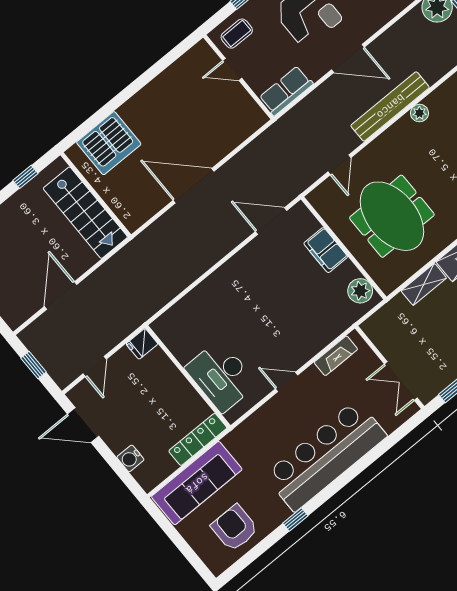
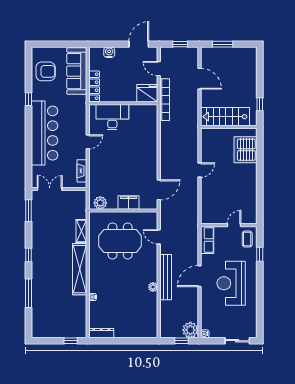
door: (194, 186) -> (199, 170), width x0.53
bookcase: (133, 321) -> (165, 100), added
fridge: (142, 344) -> (147, 93), width x1.88, depth x1.34

